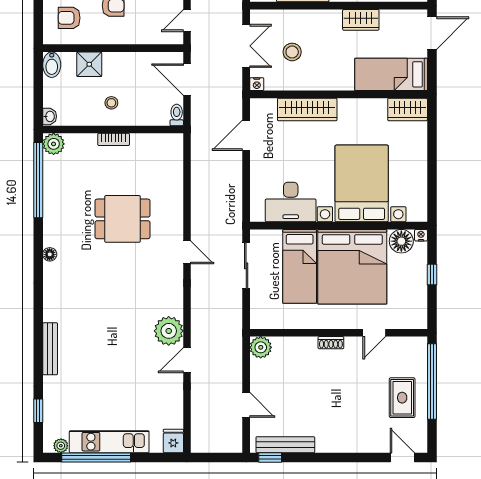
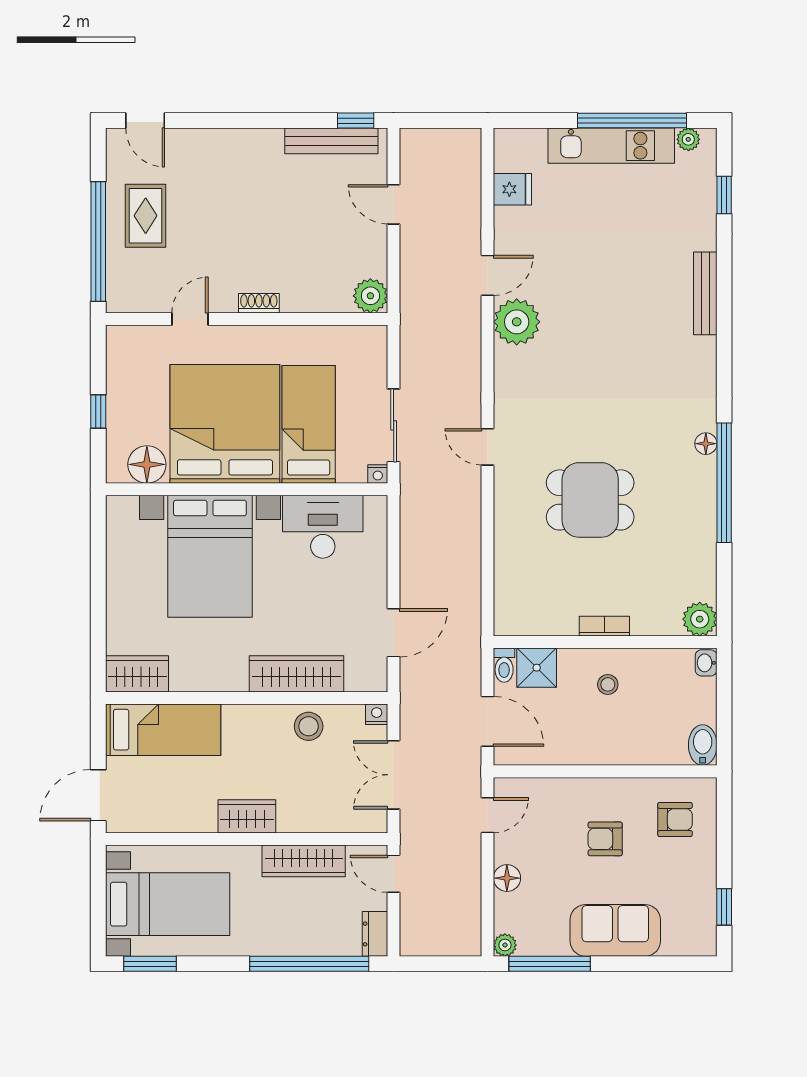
wardrobe: (361, 20) -> (247, 816), moved
stool: (292, 52) -> (309, 726), moved
shower: (89, 64) -> (537, 668), moved
window: (38, 180) -> (724, 483), moved
nightstand: (421, 235) -> (378, 474), moved
fridge: (173, 441) -> (512, 189), moved, turned -90

